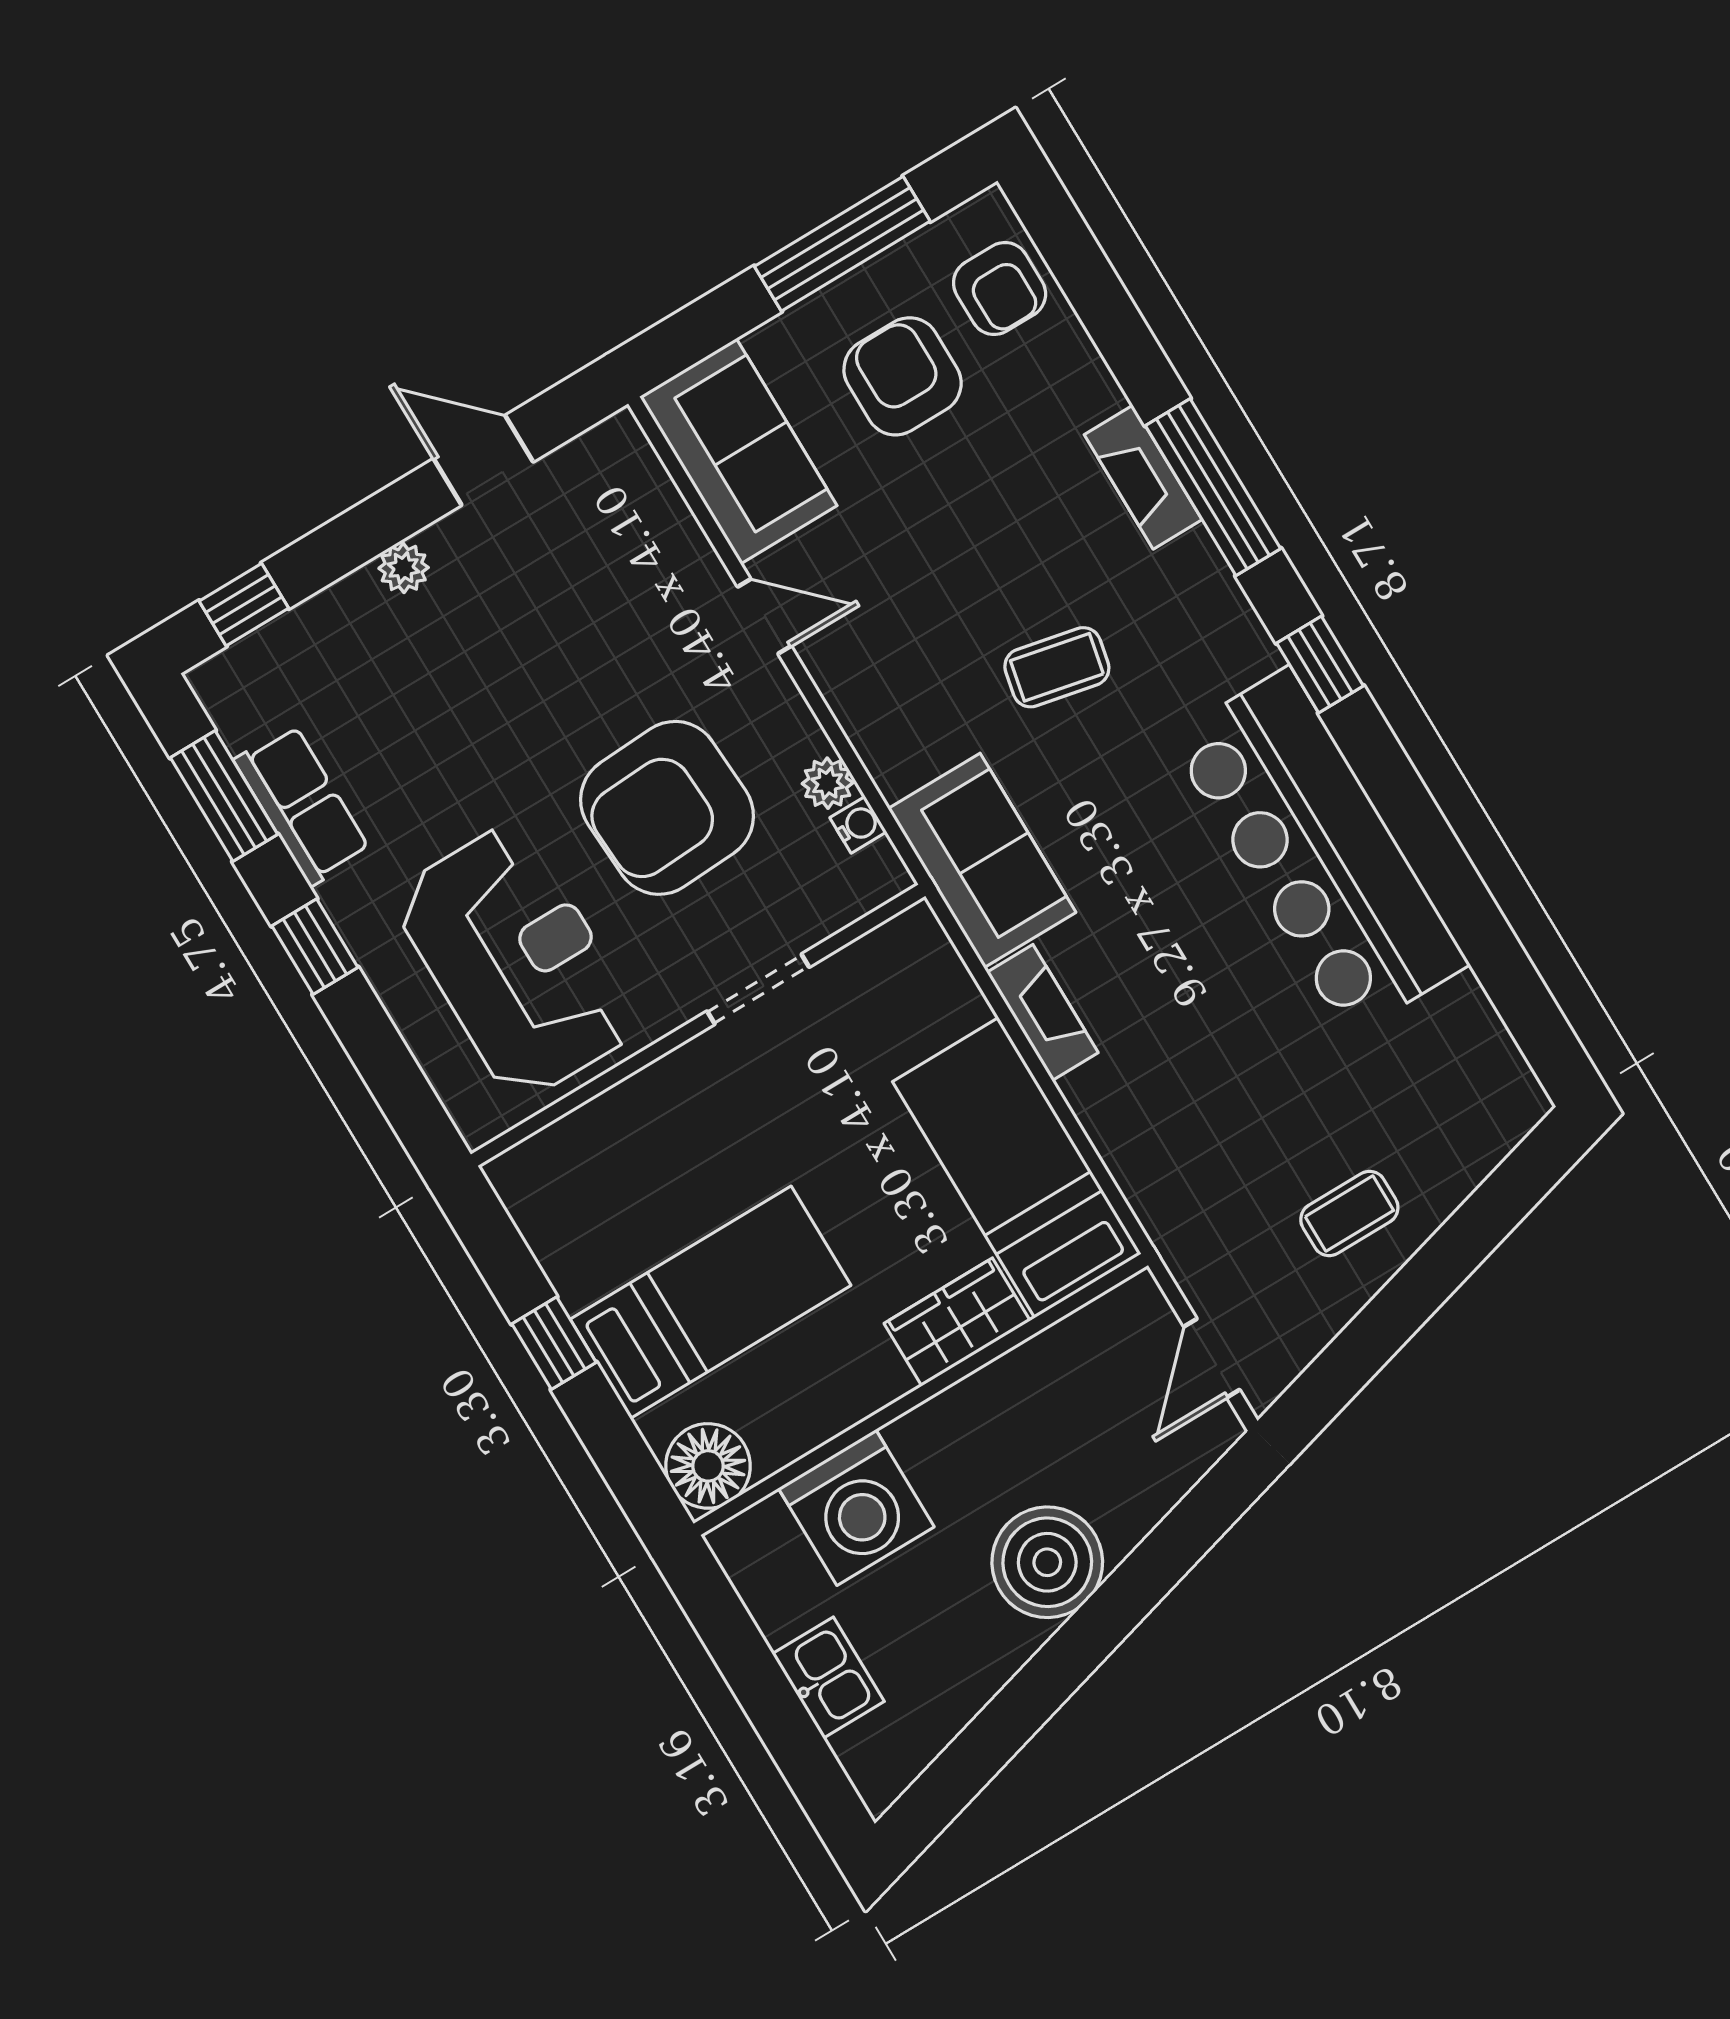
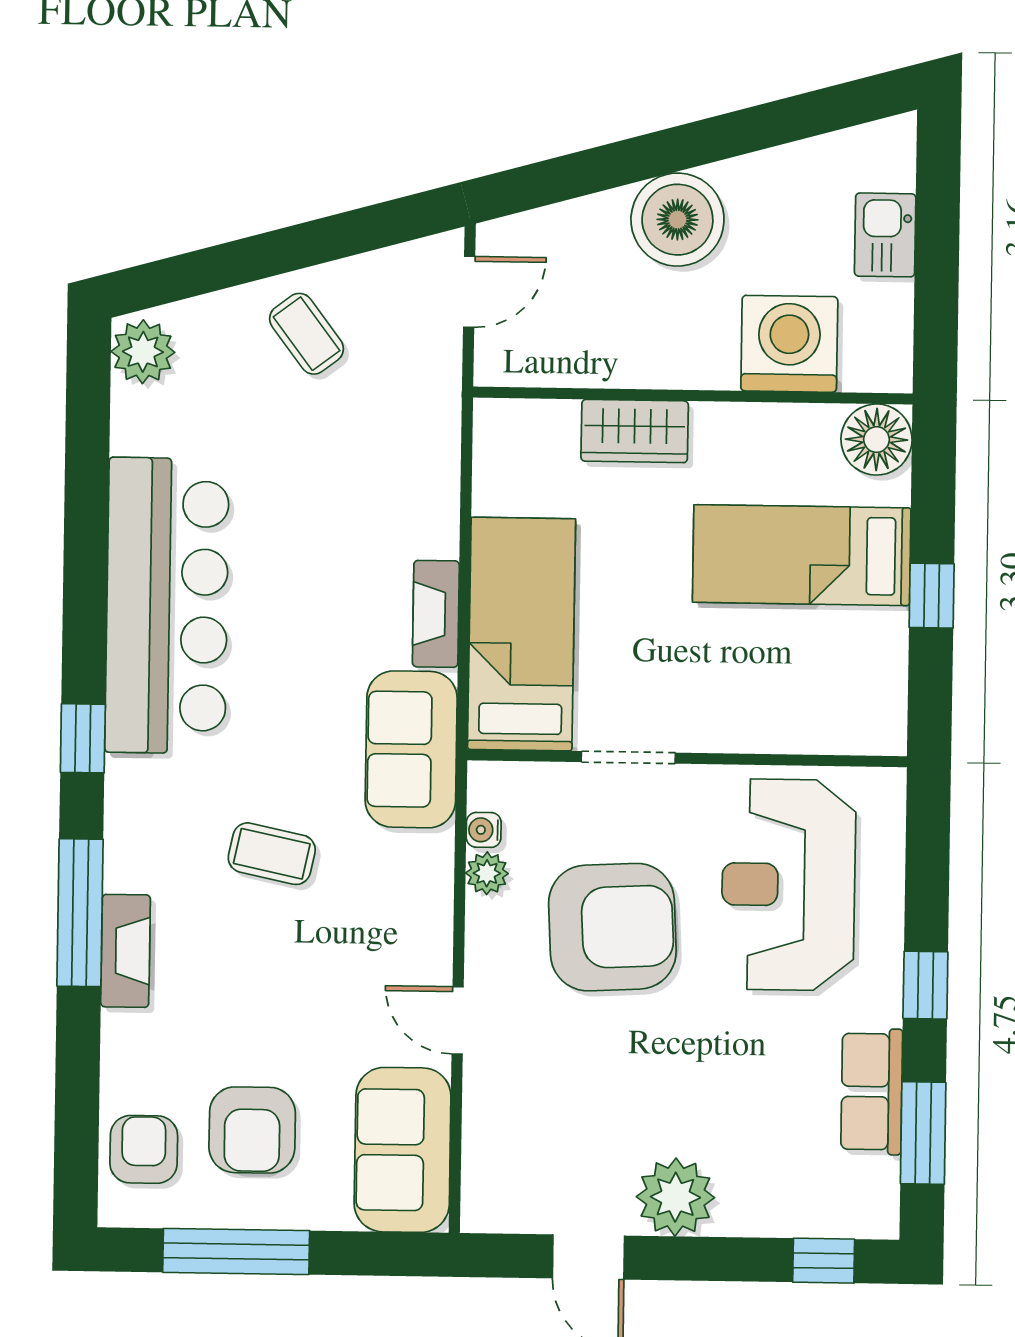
plant: (404, 568) -> (675, 1197), width x1.88, depth x1.88
plant: (1503, 1092) -> (143, 352), added
bed: (1017, 1168) -> (522, 634), moved, turned 180
coffee table: (1349, 1213) -> (307, 334), turned 53

